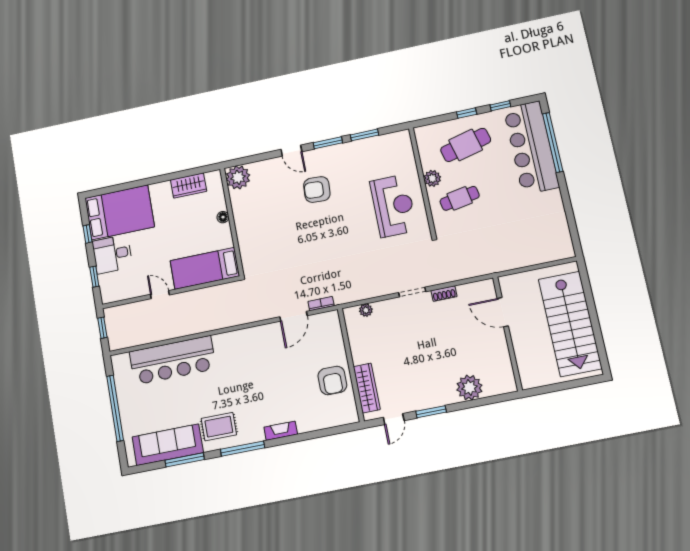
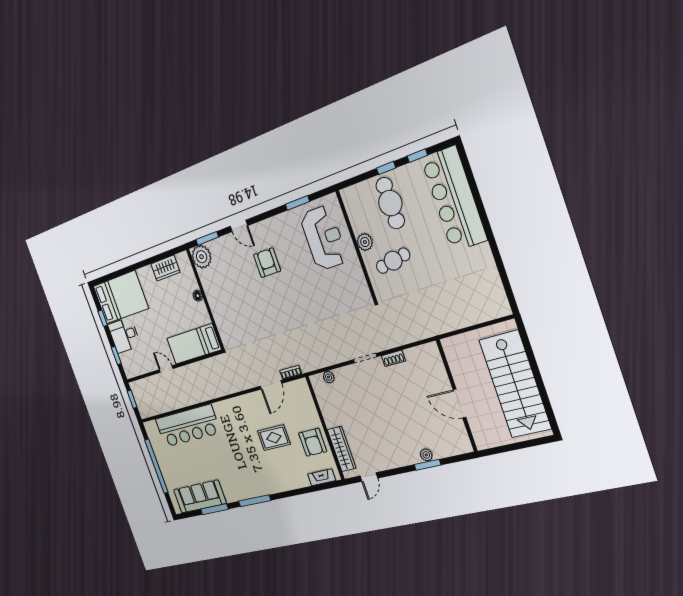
window: (553, 142) -> (475, 191), removed
window: (328, 143) -> (207, 238), moved
cafe table: (466, 145) -> (390, 203), turned -76
armchair: (317, 190) -> (267, 263), turned 87
reception desk: (393, 206) -> (324, 238), moved
door: (503, 312) -> (459, 403), moved
plant: (469, 388) -> (426, 455), width x0.53, depth x0.53
window: (431, 412) -> (428, 465), moved
rug: (219, 427) -> (274, 438), moved
fireplace: (281, 431) -> (322, 477), moved

